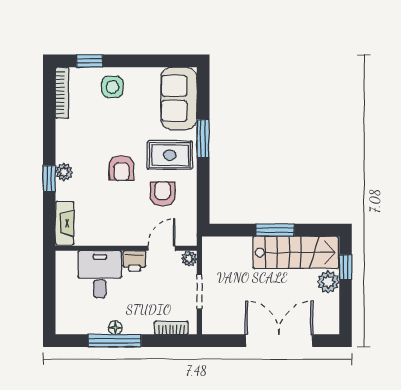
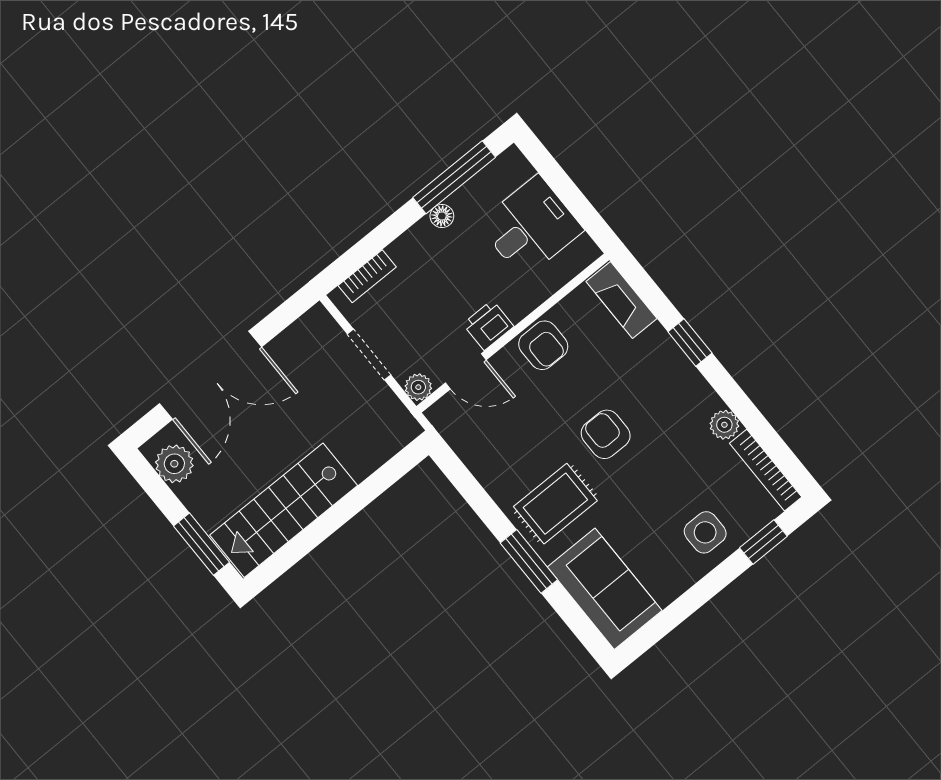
plant: (64, 172) -> (724, 425), moved
armchair: (163, 194) -> (543, 345), moved
window: (275, 230) -> (335, 518), removed
door: (162, 248) -> (466, 371), hinge flipped
window: (345, 267) -> (201, 544), width x1.50
desk: (100, 274) -> (531, 227), moved, turned -90
plant: (328, 282) -> (174, 464), moved
window: (115, 341) -> (454, 177), moved

